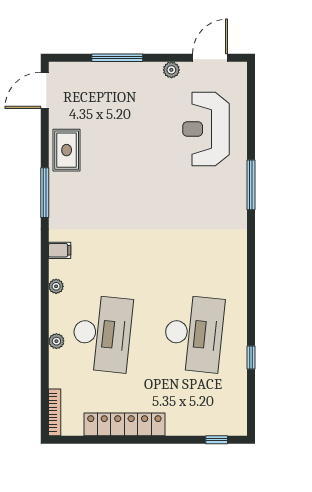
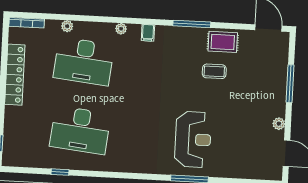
reception desk: (206, 129) -> (193, 139), moved, turned 90
coffee table: (106, 159) -> (214, 71), added
plant: (56, 341) -> (67, 26), moved

